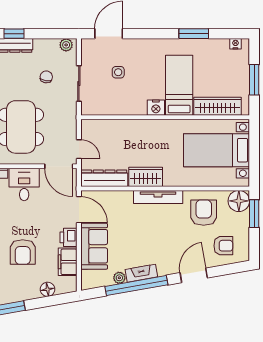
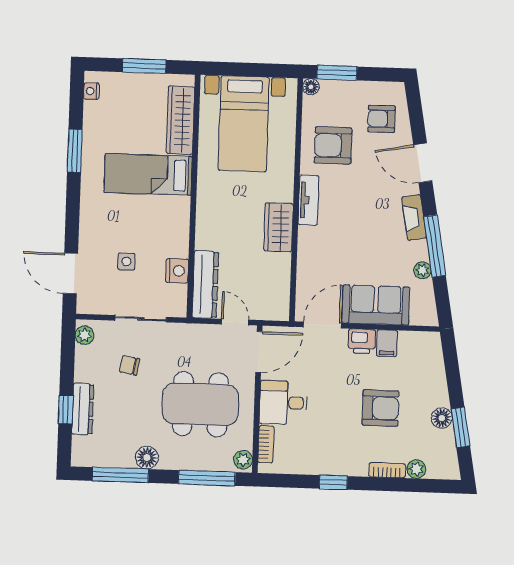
nightstand: (156, 108) -> (177, 271), moved
door: (79, 149) -> (235, 322), hinge flipped
dresser: (104, 178) -> (205, 285), moved, turned 180
tv unit: (158, 197) -> (308, 200), width x0.71
floor lamp: (239, 201) -> (311, 87), width x0.53, depth x0.53
armchair: (223, 246) -> (382, 119), turned -90
filing cabinet: (68, 262) -> (387, 343), width x0.50
fireplace: (141, 273) -> (414, 217), moved
window: (136, 286) -> (435, 246), width x0.68
floor lamp: (48, 289) -> (442, 418), moved

